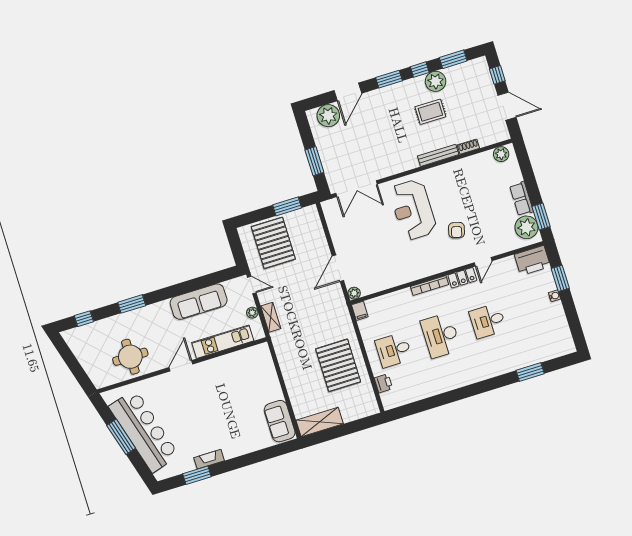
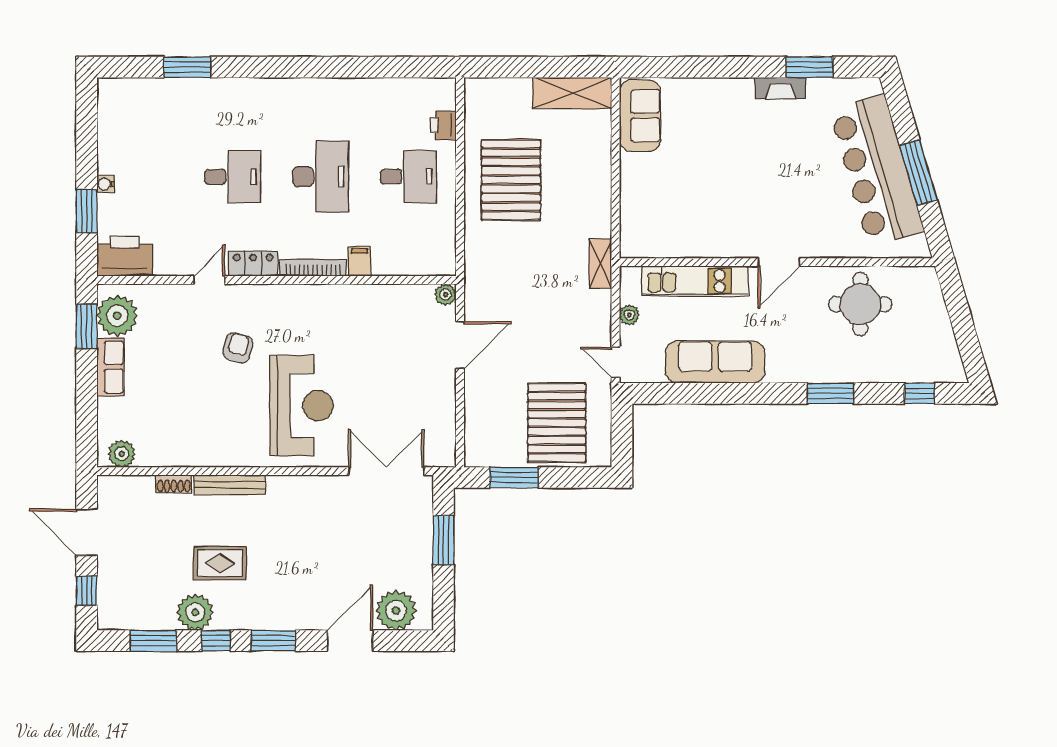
filing cabinet: (360, 311) -> (359, 261), moved
shelving: (271, 317) -> (601, 264), moved

